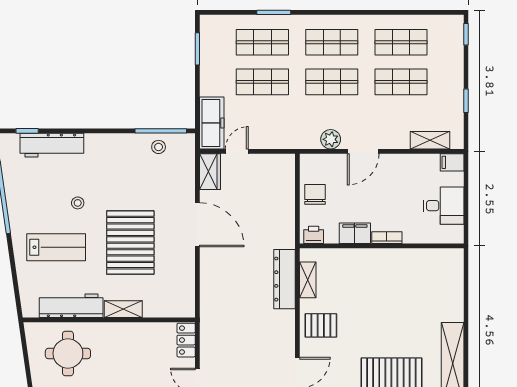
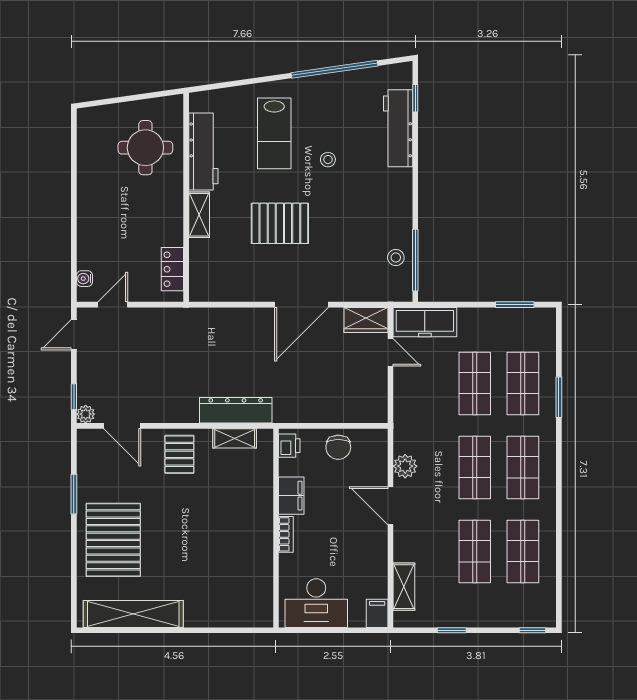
chair: (315, 194) -> (338, 447), turned 90
desk: (444, 206) -> (316, 603), width x1.37
pallet: (130, 243) -> (280, 223), width x0.73, depth x0.71
locker: (186, 340) -> (172, 269), moved, turned -90

